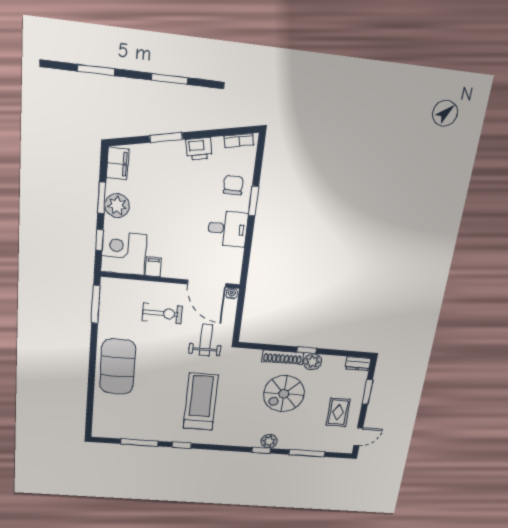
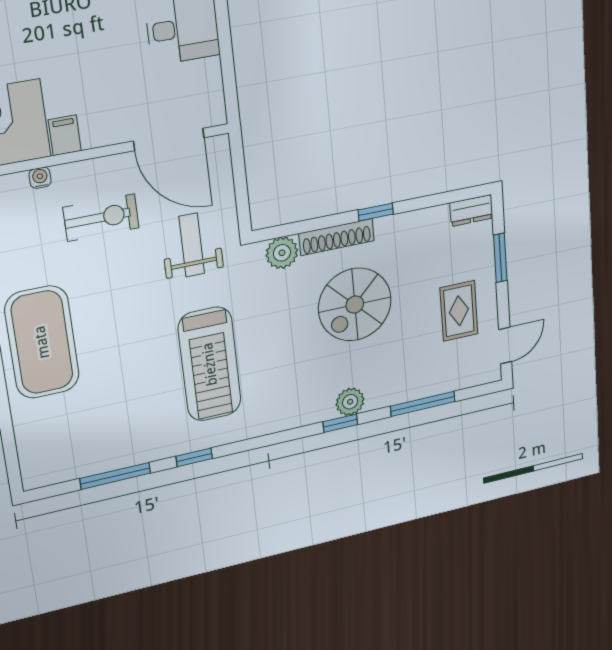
water cooler: (232, 293) -> (40, 178), moved
plant: (313, 362) -> (282, 253), moved
treadmill: (201, 402) -> (210, 364), turned 180

